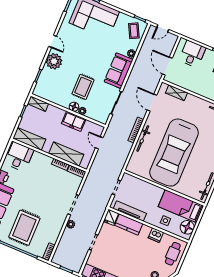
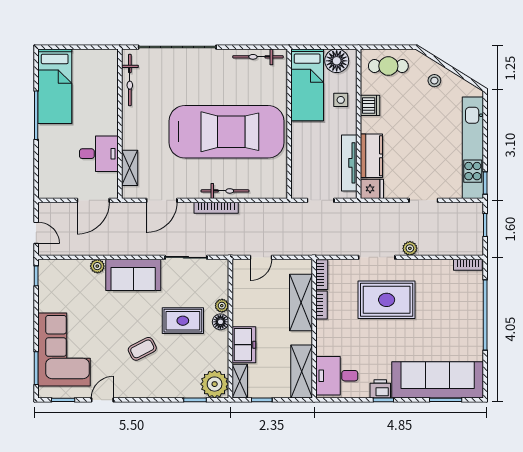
coffee table: (134, 31) -> (142, 349), moved
door: (52, 41) -> (102, 400), moved
desk: (192, 54) -> (99, 154), moved, turned 180
plant: (54, 61) -> (215, 384), moved
freezer: (74, 121) -> (244, 345), moved
rug: (24, 228) -> (387, 300), moved

